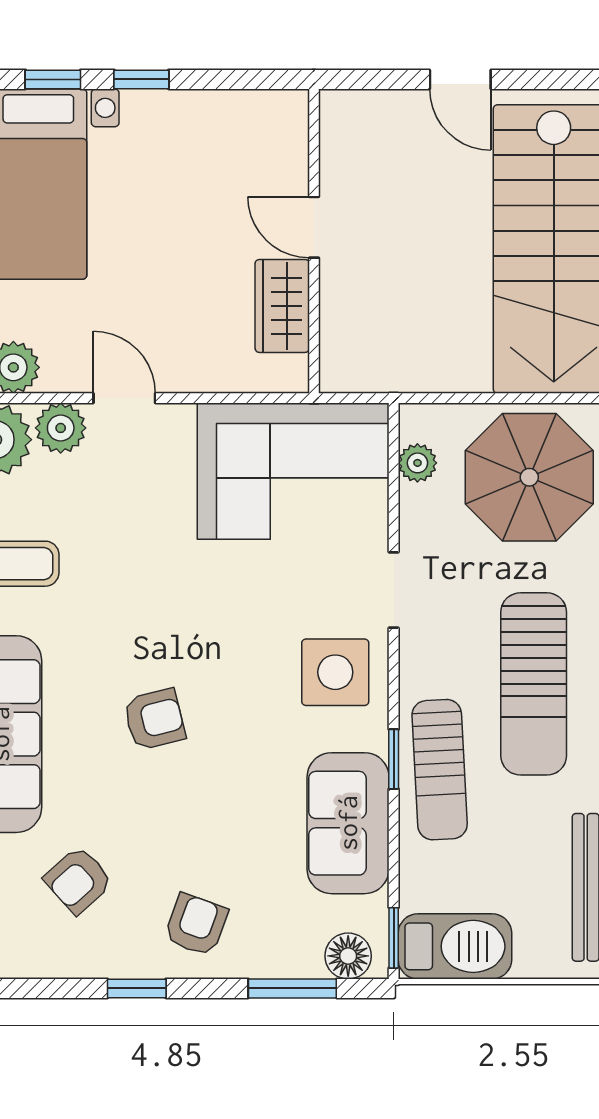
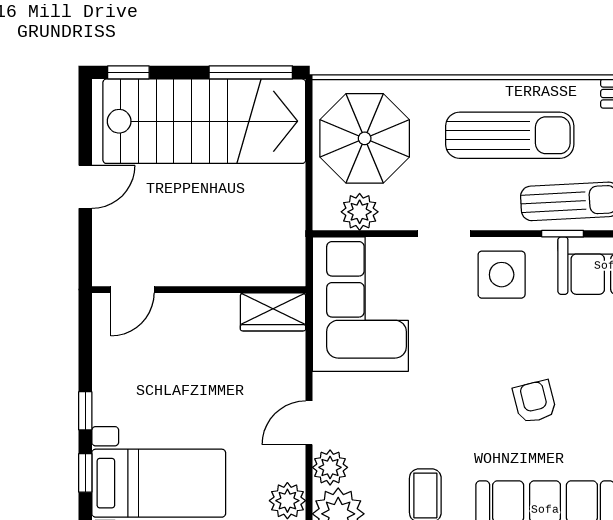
door: (314, 227) -> (133, 290), moved
wardrobe: (282, 306) -> (273, 312), moved
plant: (417, 463) -> (360, 212), width x1.38, depth x1.38

